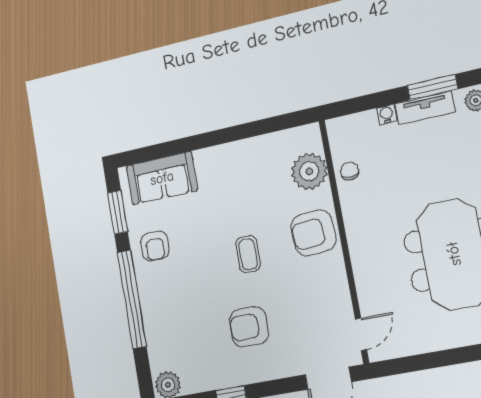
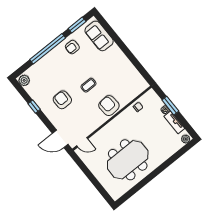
window: (433, 87) -> (170, 106), moved
plant: (309, 171) -> (130, 92), removed

